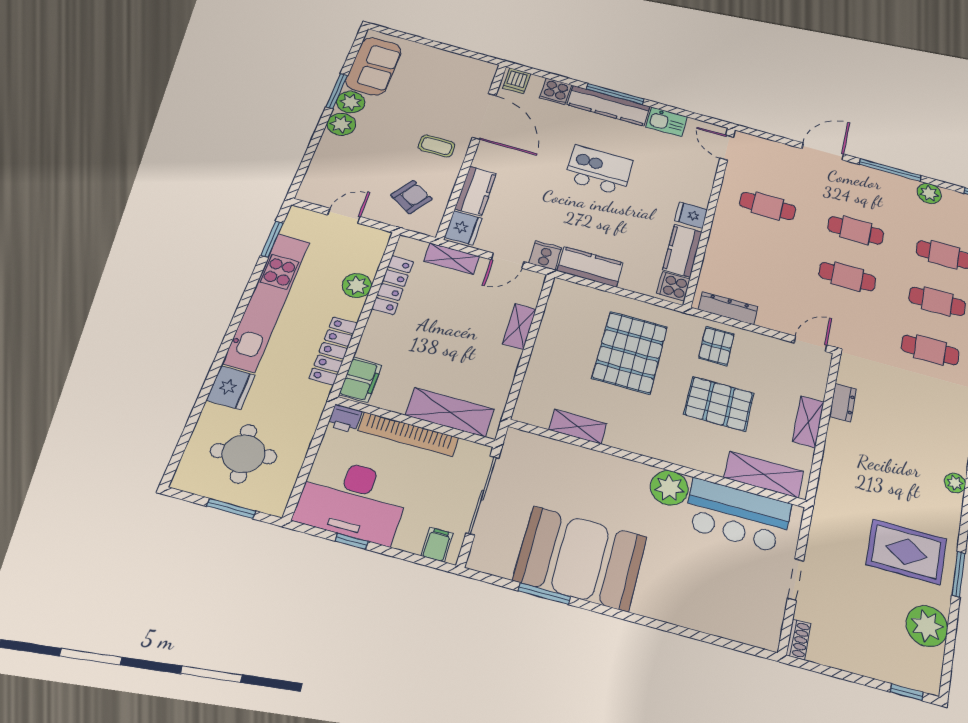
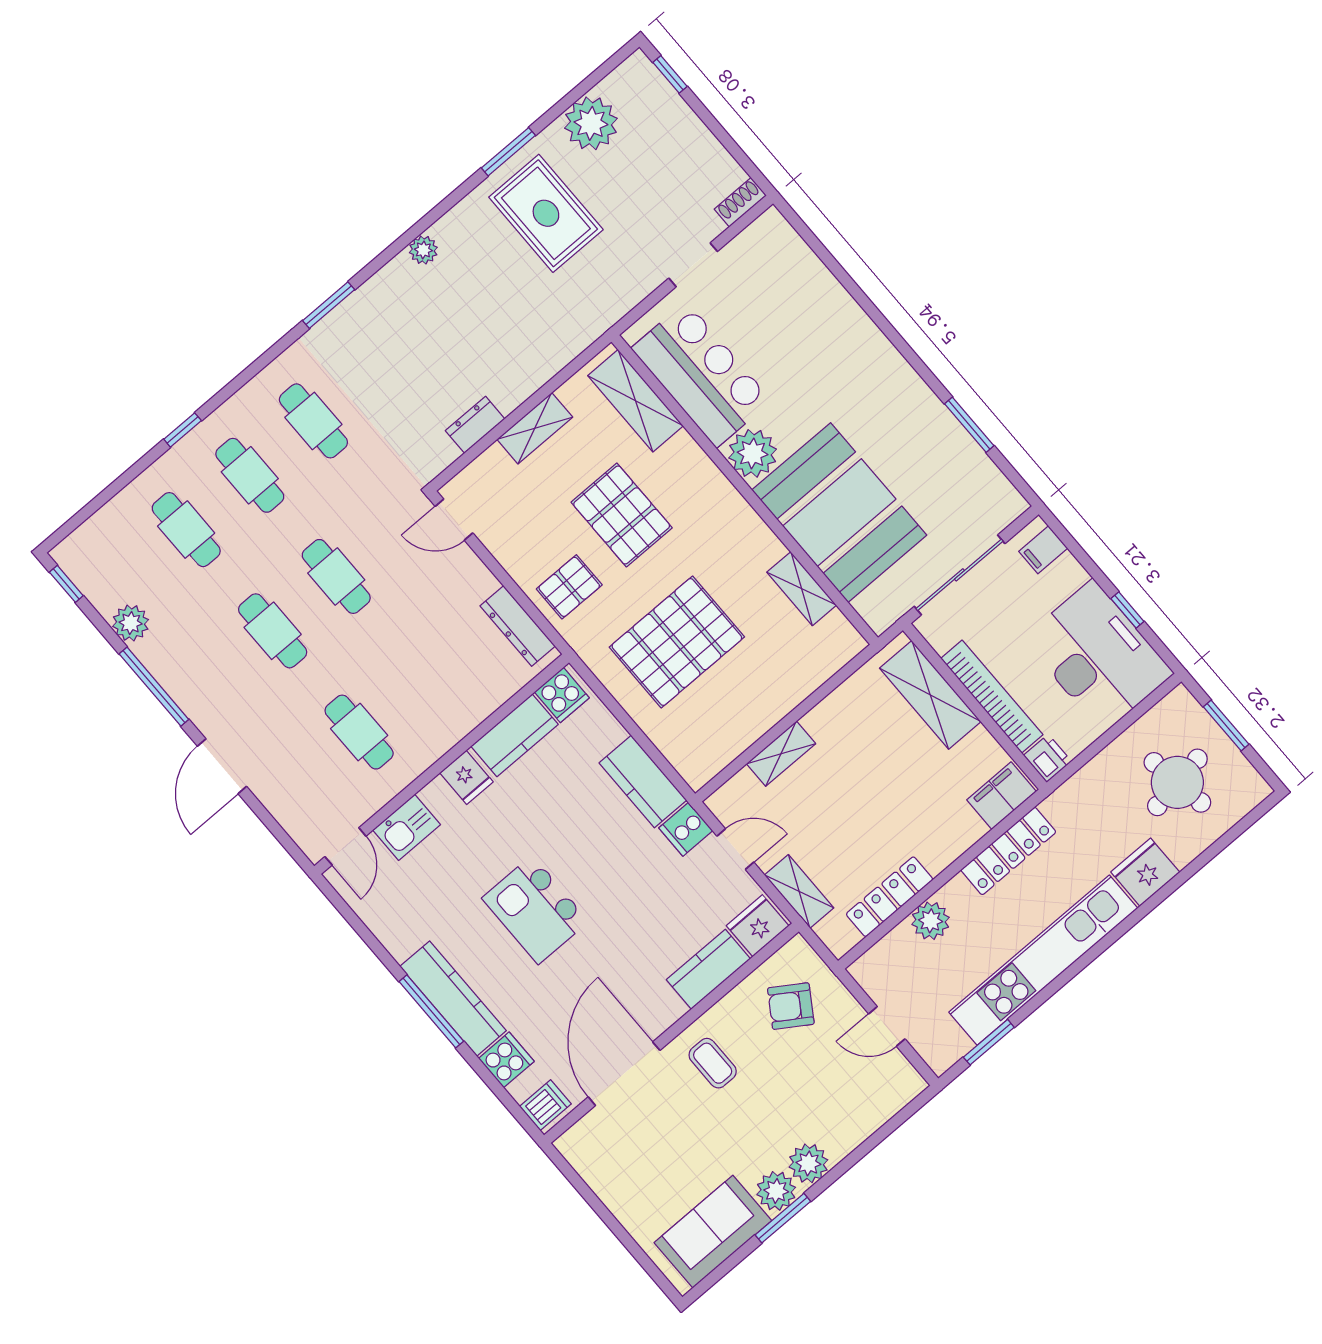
kitchen sink: (667, 122) -> (407, 827), moved, turned 90
door: (823, 151) -> (222, 766), hinge flipped
booth: (580, 558) -> (839, 513), moved

